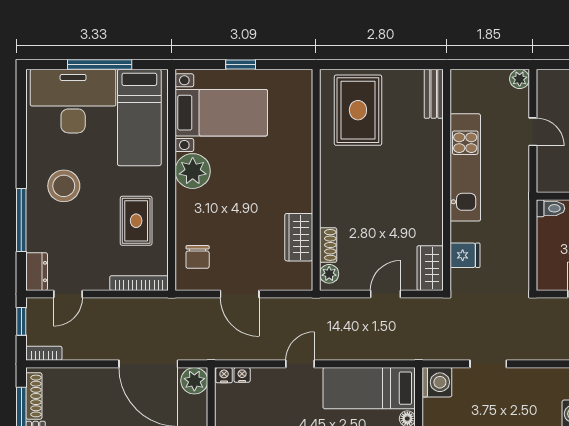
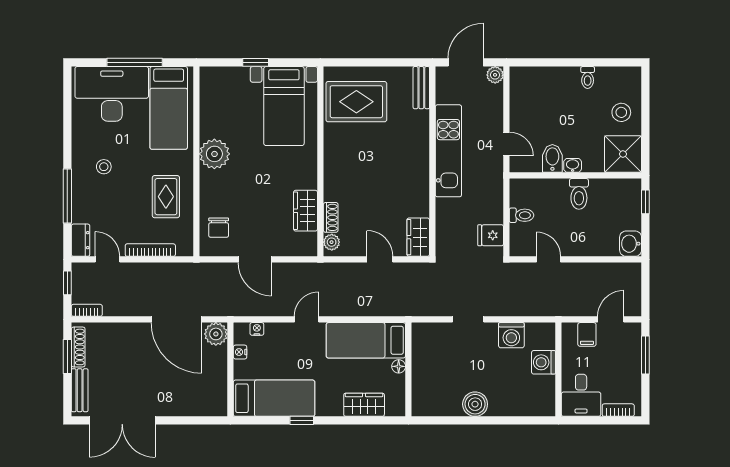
door: (485, 64) -> (466, 62), added
rug: (358, 110) -> (356, 102), turned 90
bed with nightstands: (221, 113) -> (284, 106), moved, turned 90
door: (533, 132) -> (506, 144), moved
stool: (64, 186) -> (104, 167), width x0.53, depth x0.53
toilet: (550, 208) -> (522, 215), moved
fridge: (465, 255) -> (491, 235), moved, turned 180
bookcase: (139, 283) -> (150, 250), moved
door: (68, 294) -> (107, 259), swing flipped
door: (385, 294) -> (380, 259), hinge flipped
nightstand: (224, 375) -> (240, 352), moved, turned -90
washing machine: (437, 382) -> (511, 335), moved, turned 90

